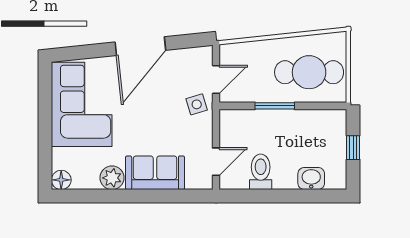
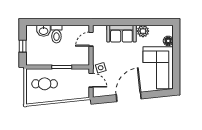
cafe table: (309, 72) -> (45, 84), width x0.73, depth x0.74
door: (216, 79) -> (91, 80), swing flipped
toilet: (261, 172) -> (56, 34), moved
floor lamp: (61, 180) -> (168, 41), moved

